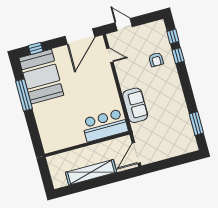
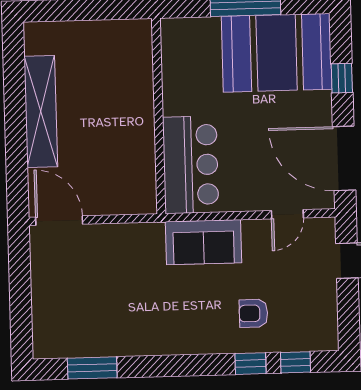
window: (36, 48) -> (342, 78), moved
sofa: (135, 105) -> (204, 242), moved
bar counter: (105, 125) -> (191, 165), moved
wall: (87, 144) -> (159, 116), moved

